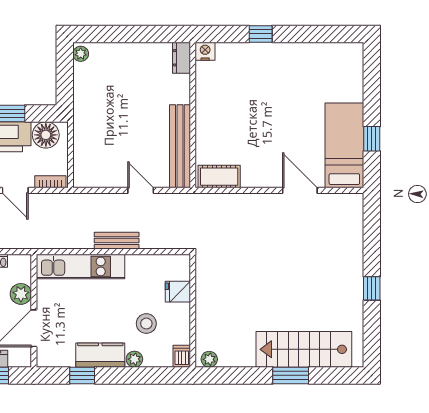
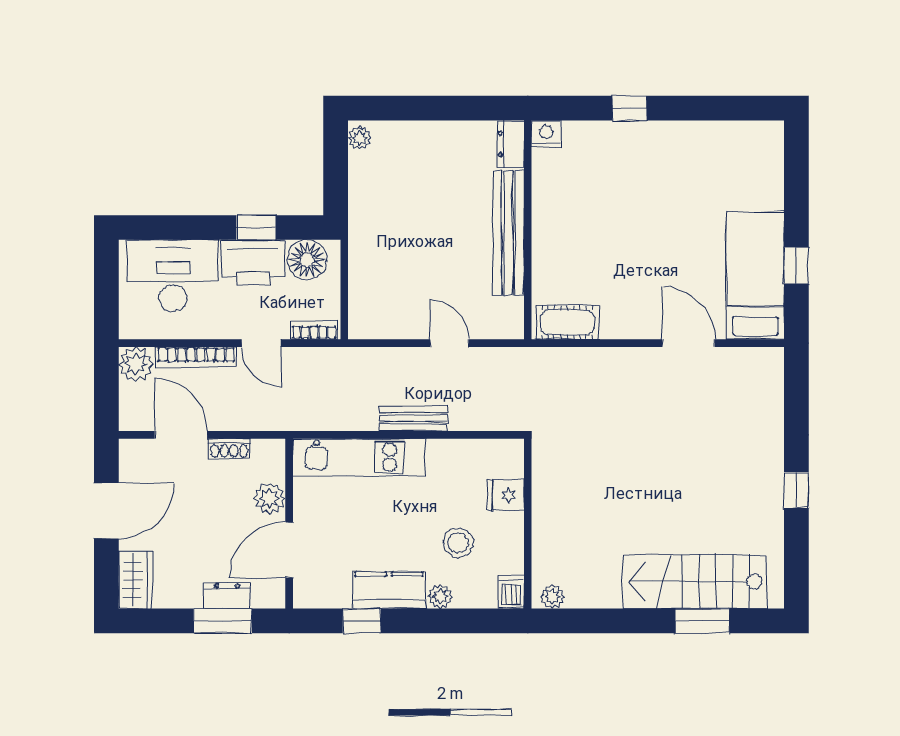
bench: (180, 146) -> (508, 233), moved
window: (291, 375) -> (702, 621), moved

